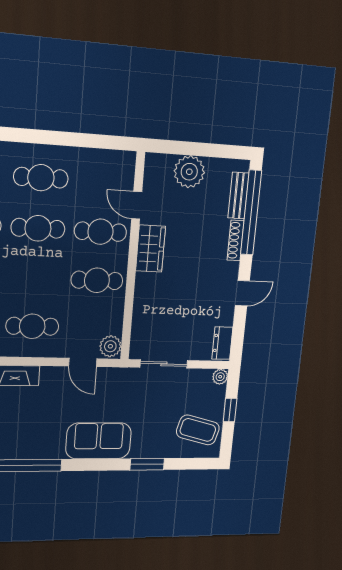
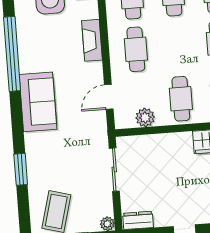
plant: (110, 346) -> (145, 118), moved
sofa: (99, 441) -> (38, 102), moved

